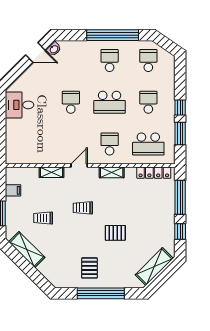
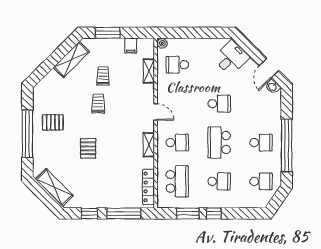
desk: (20, 105) -> (231, 58), moved, turned 45
school desk: (32, 144) -> (177, 65), added
school desk: (148, 144) -> (177, 181), turned 180
plant: (11, 159) -> (162, 43), added
shelving: (51, 172) -> (149, 71), moved
trolley: (83, 208) -> (98, 103), moved

